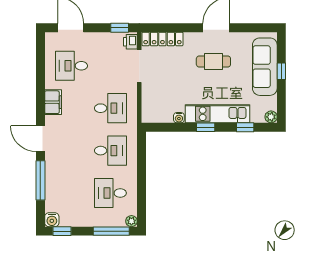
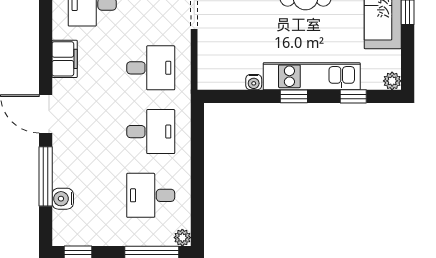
water cooler: (52, 220) -> (63, 199), moved, turned 90

